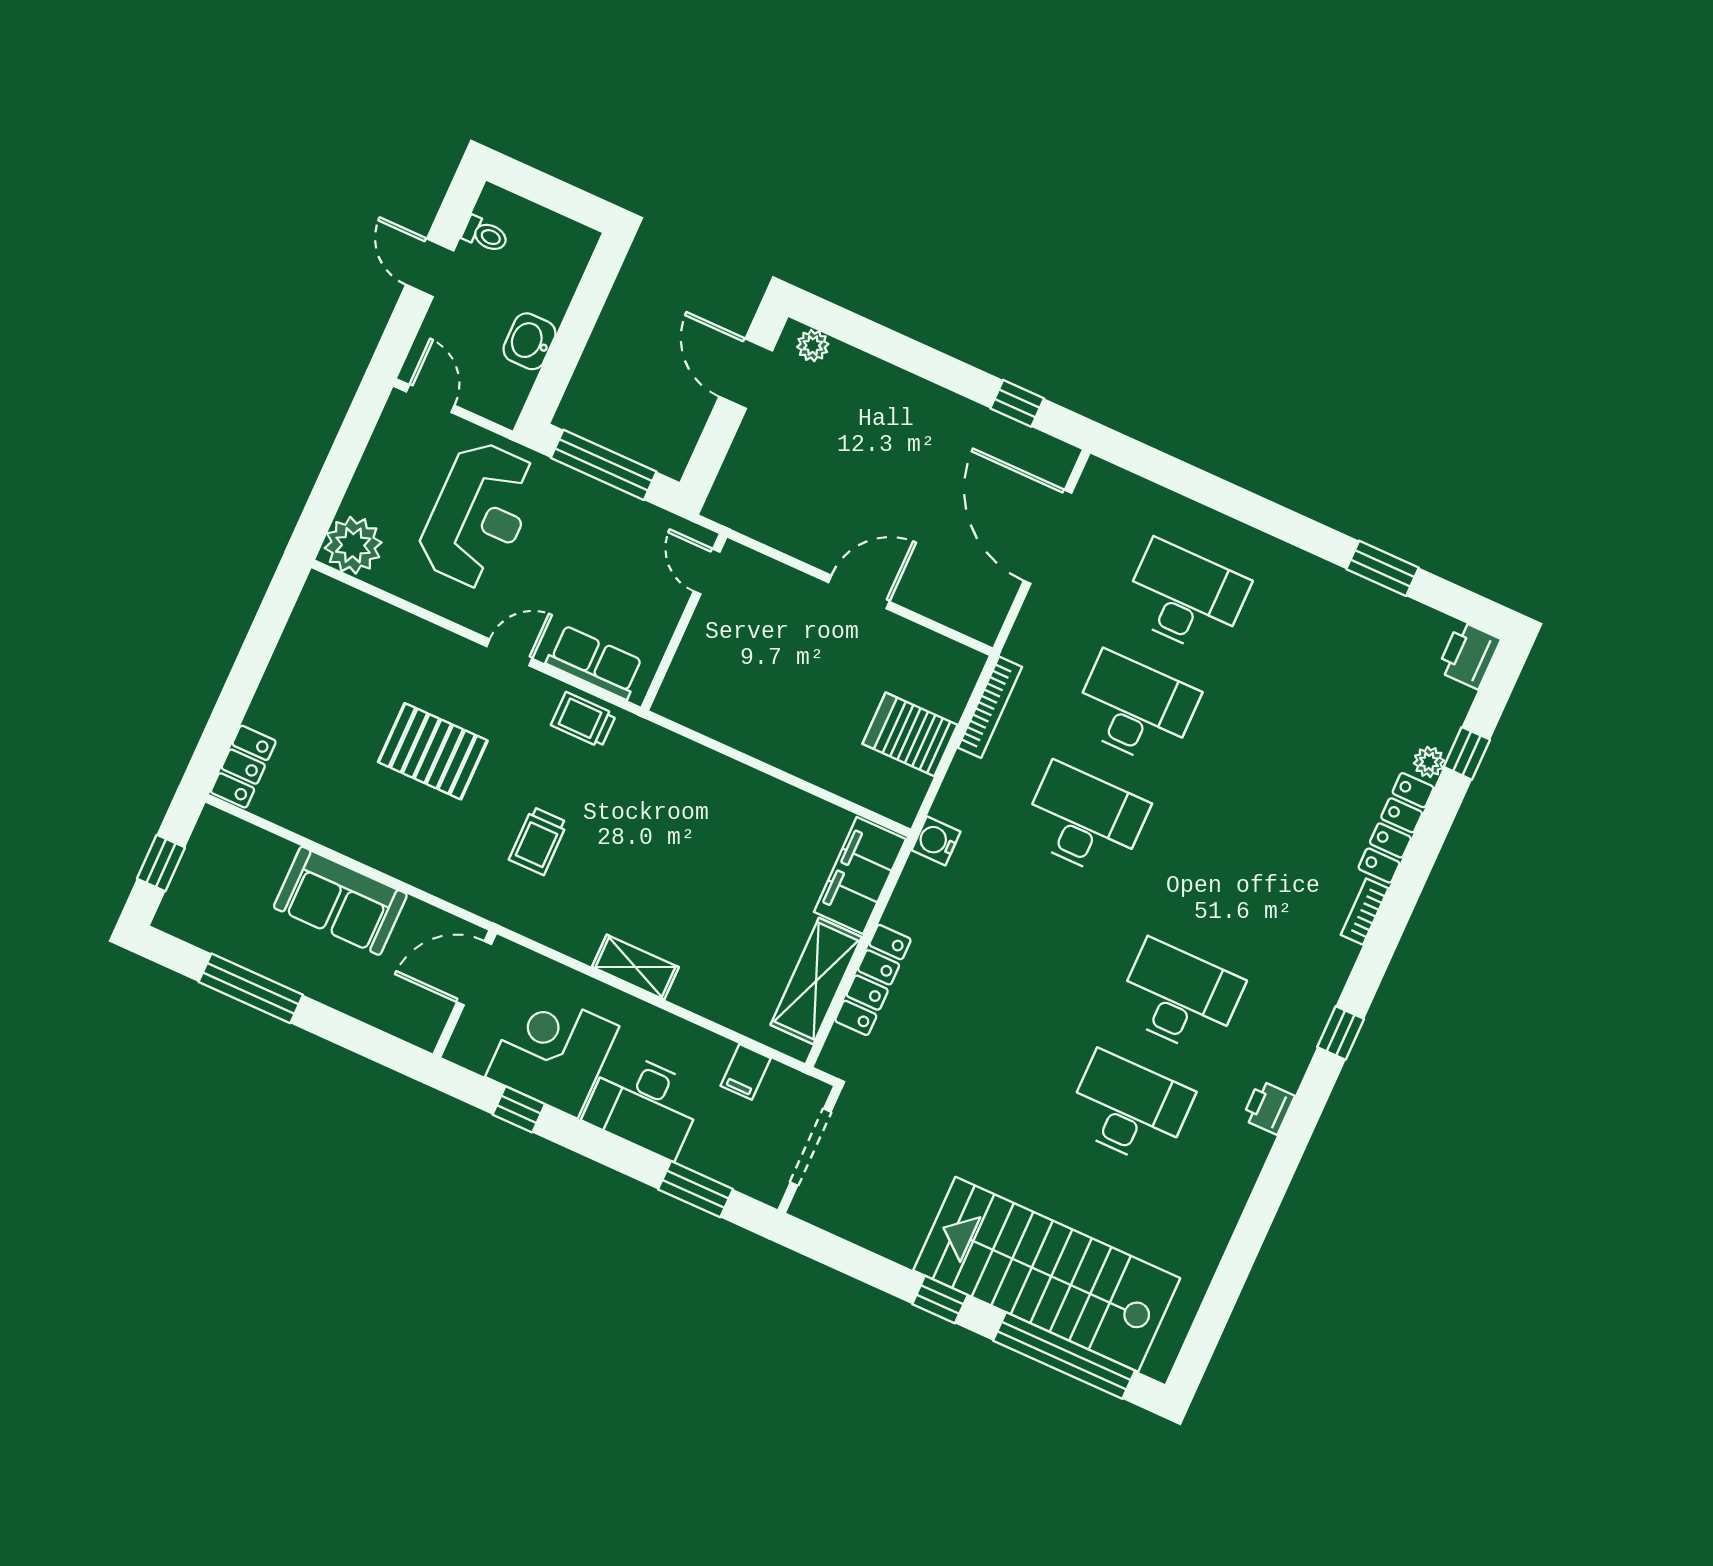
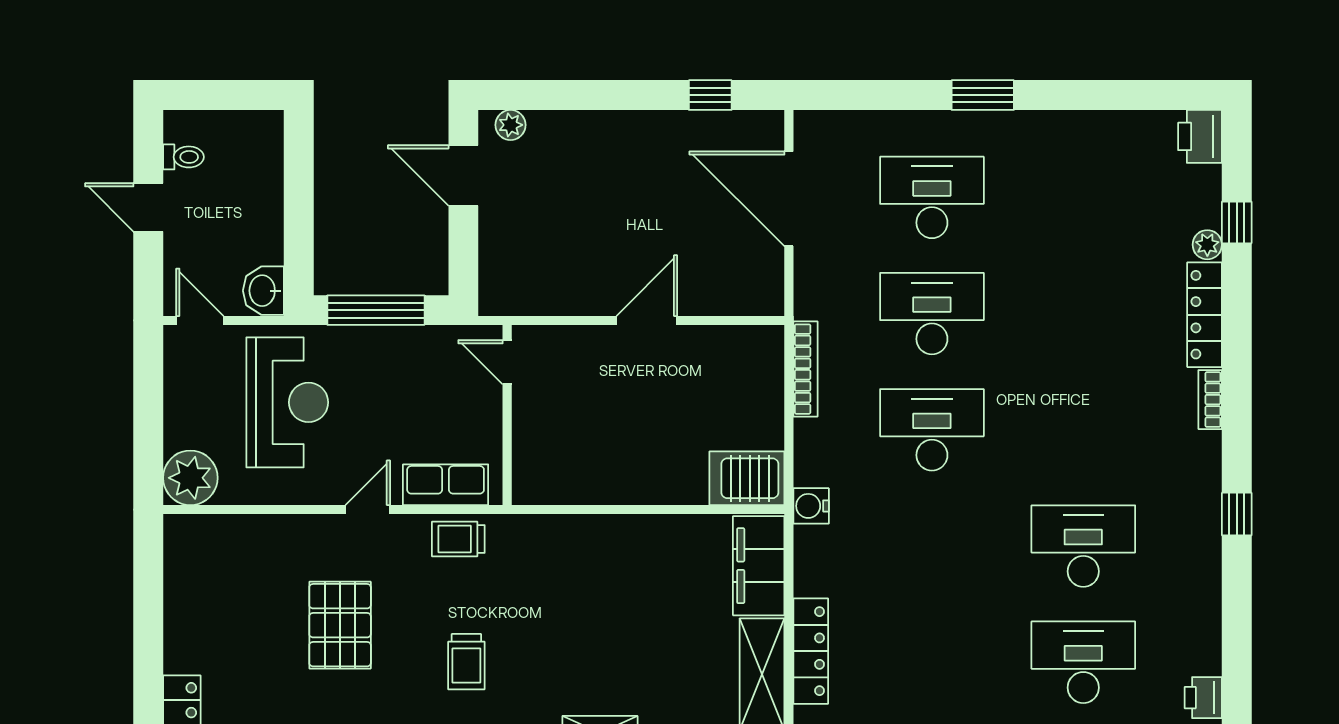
washbasin: (529, 341) -> (263, 291), moved
window: (1383, 568) -> (983, 95), moved
server rack: (910, 734) -> (747, 478), moved
pallet: (433, 751) -> (340, 625), turned 90
printer: (1268, 1107) -> (1203, 698), moved

